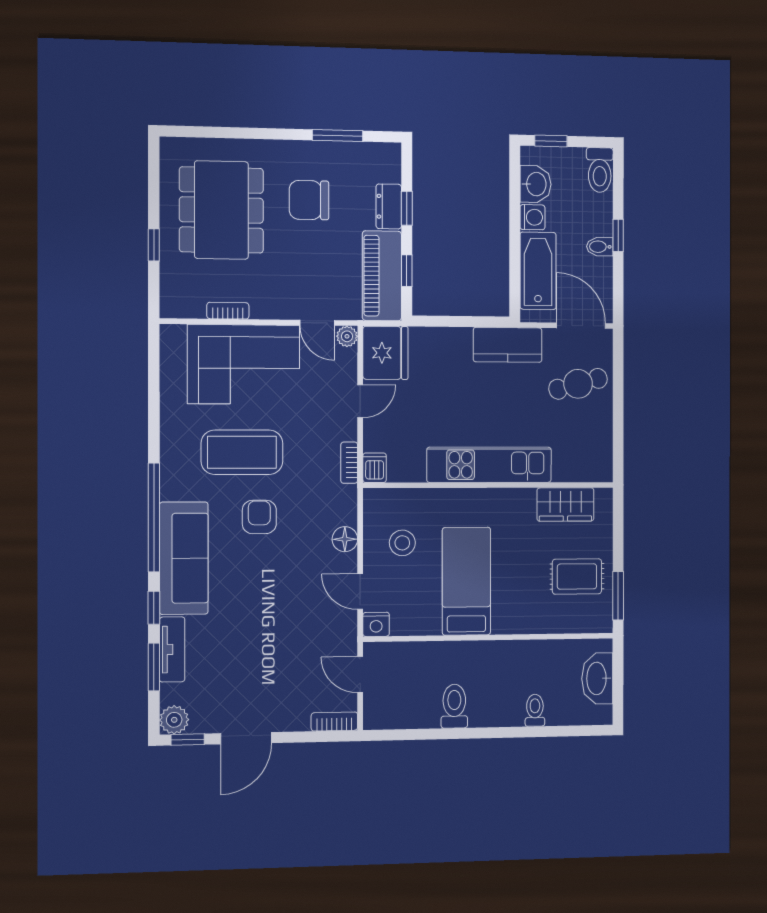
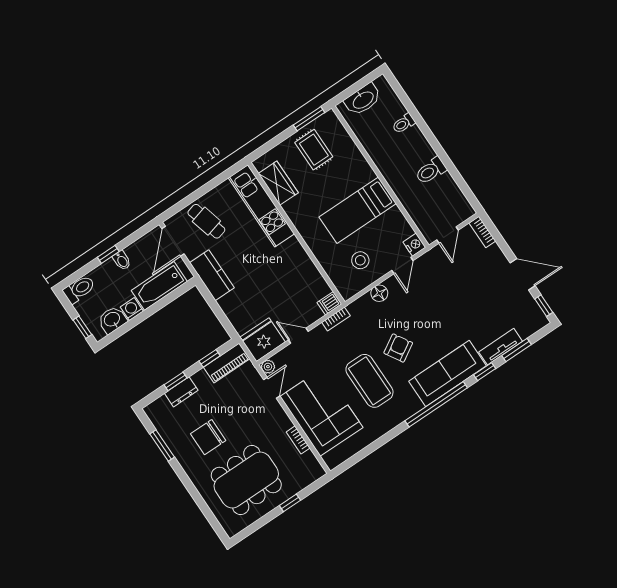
chair: (309, 200) -> (208, 437), turned 90
piano: (382, 276) -> (227, 363), width x0.73, depth x0.75
kitchen unit: (489, 465) -> (261, 206), moved
armchair: (259, 517) -> (398, 348), turned 149
plant: (174, 720) -> (538, 320), removed

